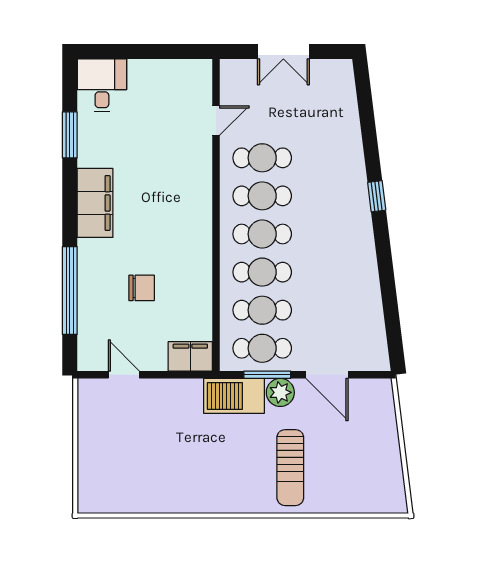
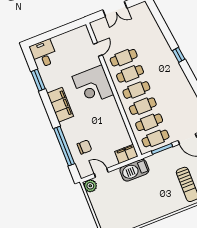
corner desk: (177, 190) -> (93, 86), added
chair: (142, 288) -> (84, 147), moved
plant: (280, 392) -> (90, 186), moved
barbecue: (234, 396) -> (134, 170), moved

